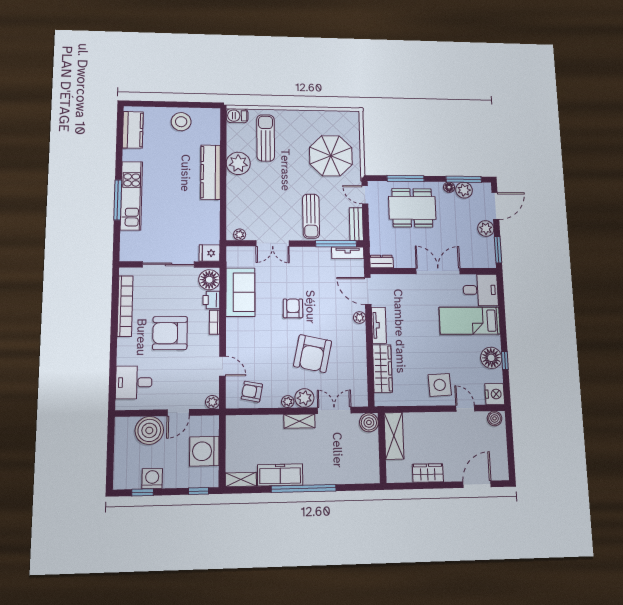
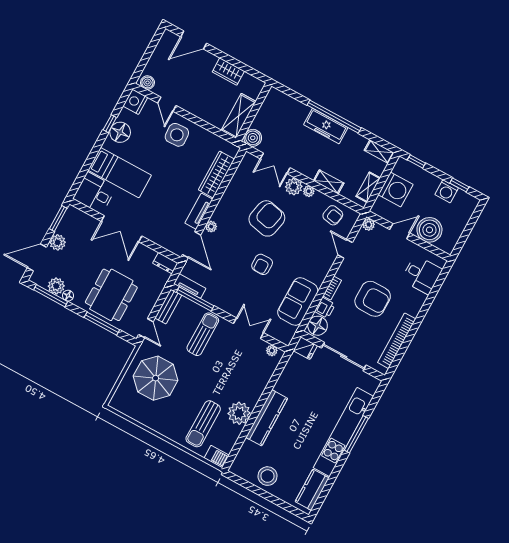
kitchen unit: (131, 196) -> (343, 432), width x1.36
dining table: (412, 208) -> (111, 295), turned 90
shelving: (299, 421) -> (329, 182), moved
shelving: (233, 438) -> (368, 187), added
freezer: (280, 475) -> (326, 126), moved

